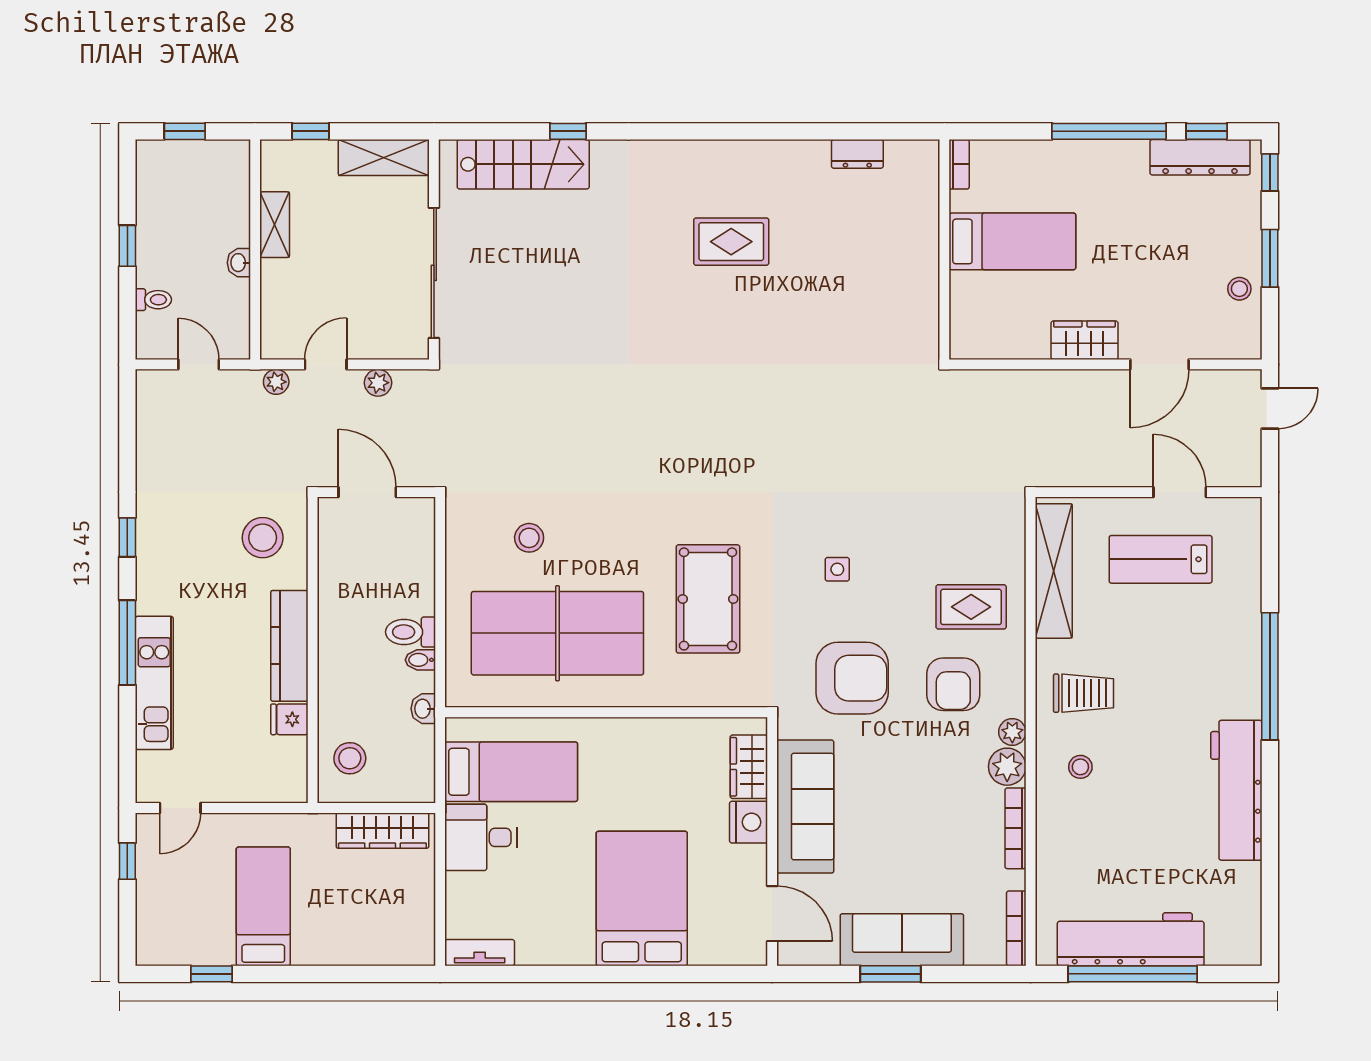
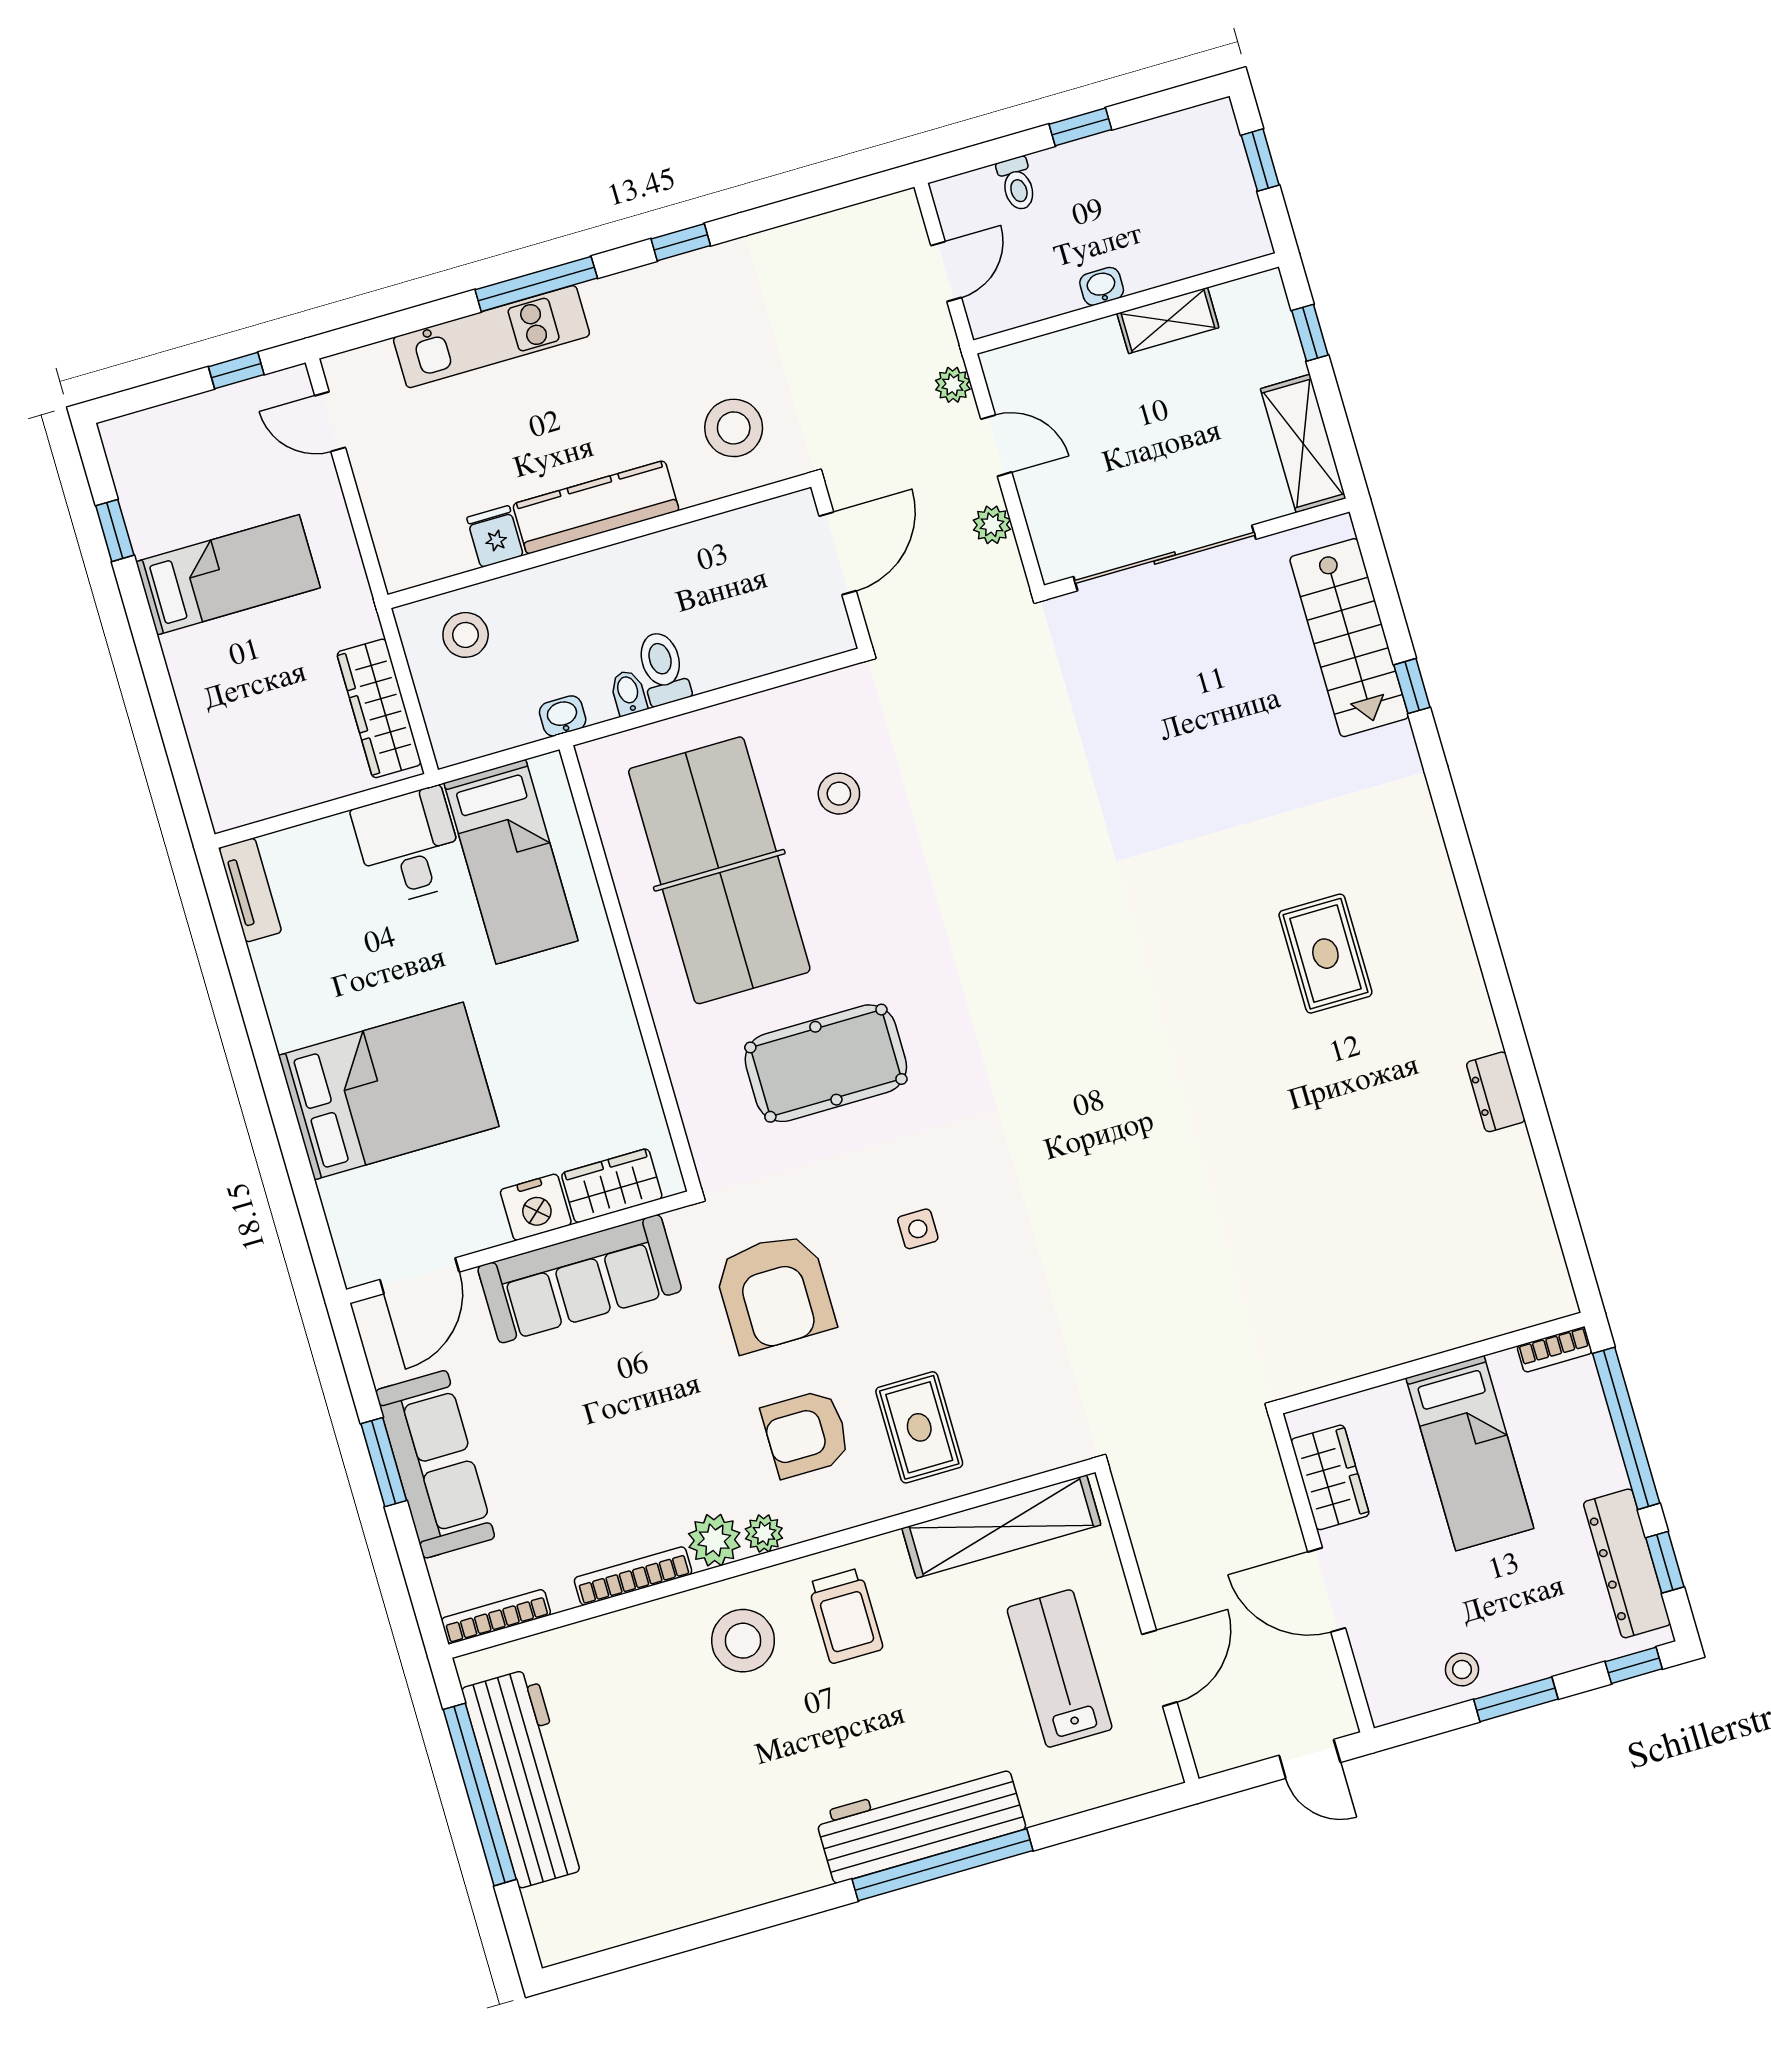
bookcase: (959, 164) -> (1555, 1350), moved
bed: (1012, 241) -> (1470, 1453), moved
wall: (944, 250) -> (1432, 1363), moved
stool: (1080, 767) -> (743, 1641), width x1.89, depth x1.89
workbench: (1236, 790) -> (920, 1821), moved

